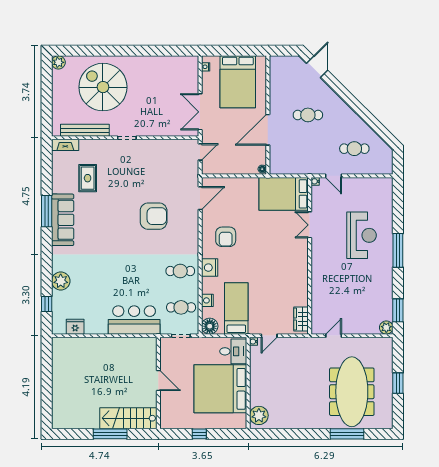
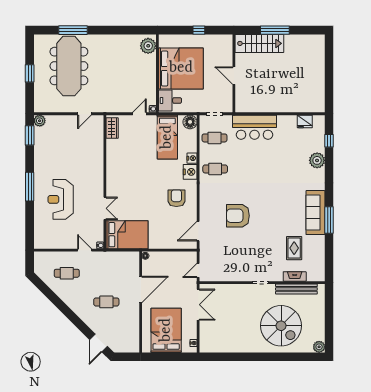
fireplace: (65, 145) -> (295, 276), moved
nightstand: (207, 300) -> (192, 158), moved

